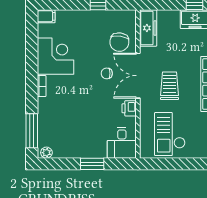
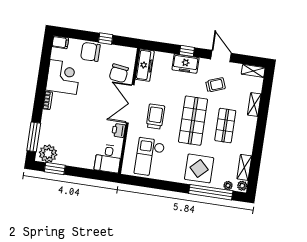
chair: (107, 73) -> (90, 52), moved, width x1.87, depth x1.87
plant: (46, 153) -> (48, 154), width x1.88, depth x1.88
window: (92, 164) -> (55, 169), moved

